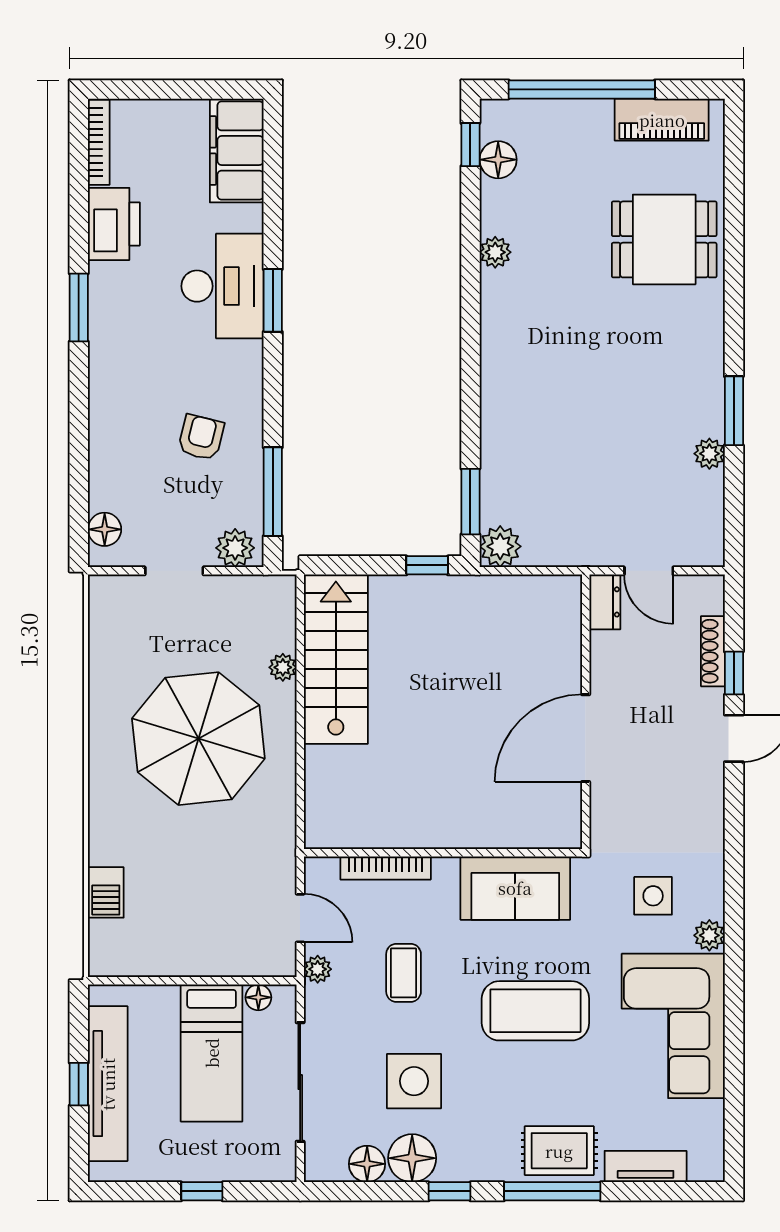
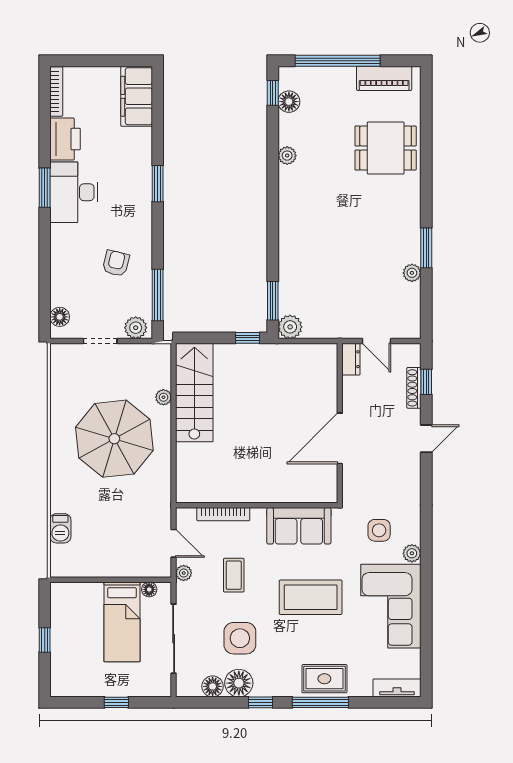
desk: (222, 286) -> (74, 192), moved, turned 180
window: (734, 673) -> (426, 382), moved
tv unit: (108, 1084) -> (61, 640), removed
tv unit: (646, 1166) -> (397, 688), moved

